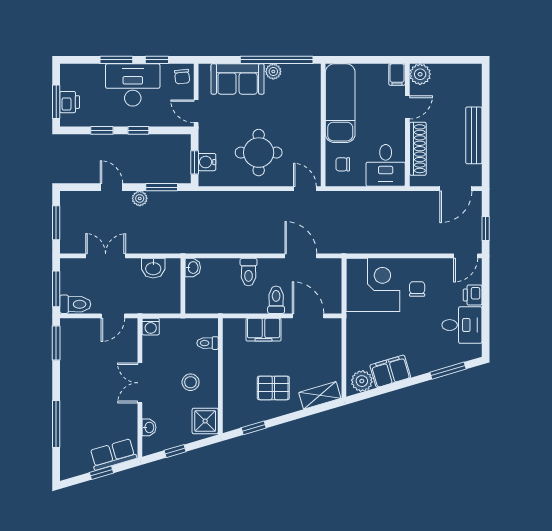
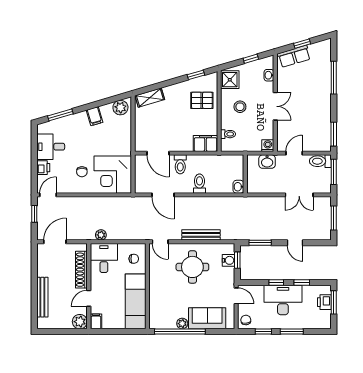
desk: (133, 85) -> (283, 300), moved, turned 180
bench: (474, 135) -> (42, 297), moved
plant: (140, 198) -> (101, 235), moved
bench: (246, 199) -> (201, 235), added
washbasin: (153, 268) -> (267, 162), moved, turned 180
filing cabinet: (264, 330) -> (205, 143), moved
filing cabinet: (390, 371) -> (95, 116), width x0.50
pallet: (273, 388) -> (202, 100), moved

